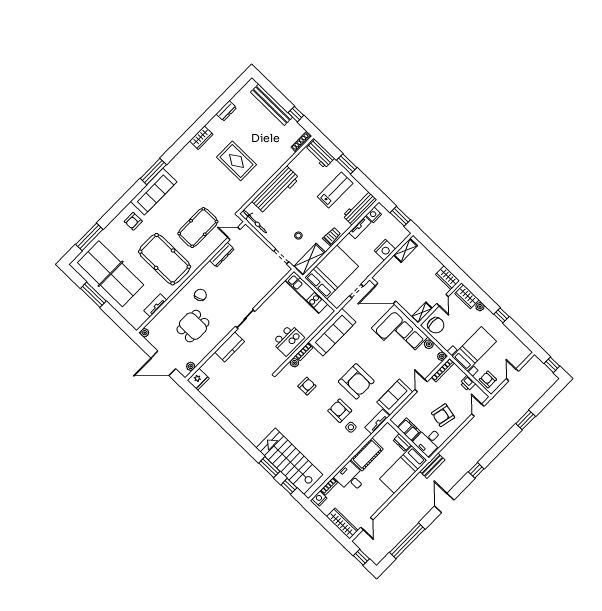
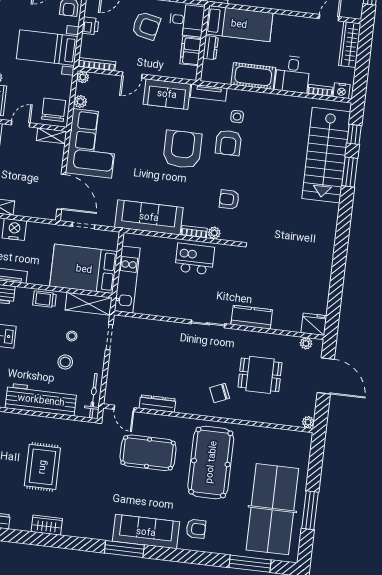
stool: (286, 220) -> (65, 362), added
tv unit: (155, 305) -> (269, 434), removed

